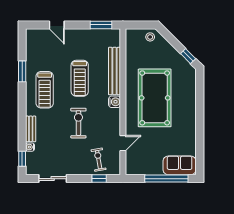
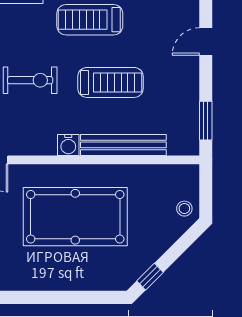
treadmill: (80, 78) -> (111, 82), turned 180

